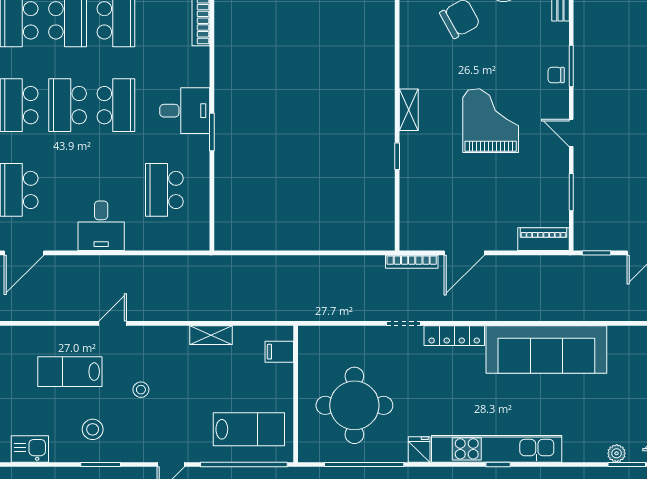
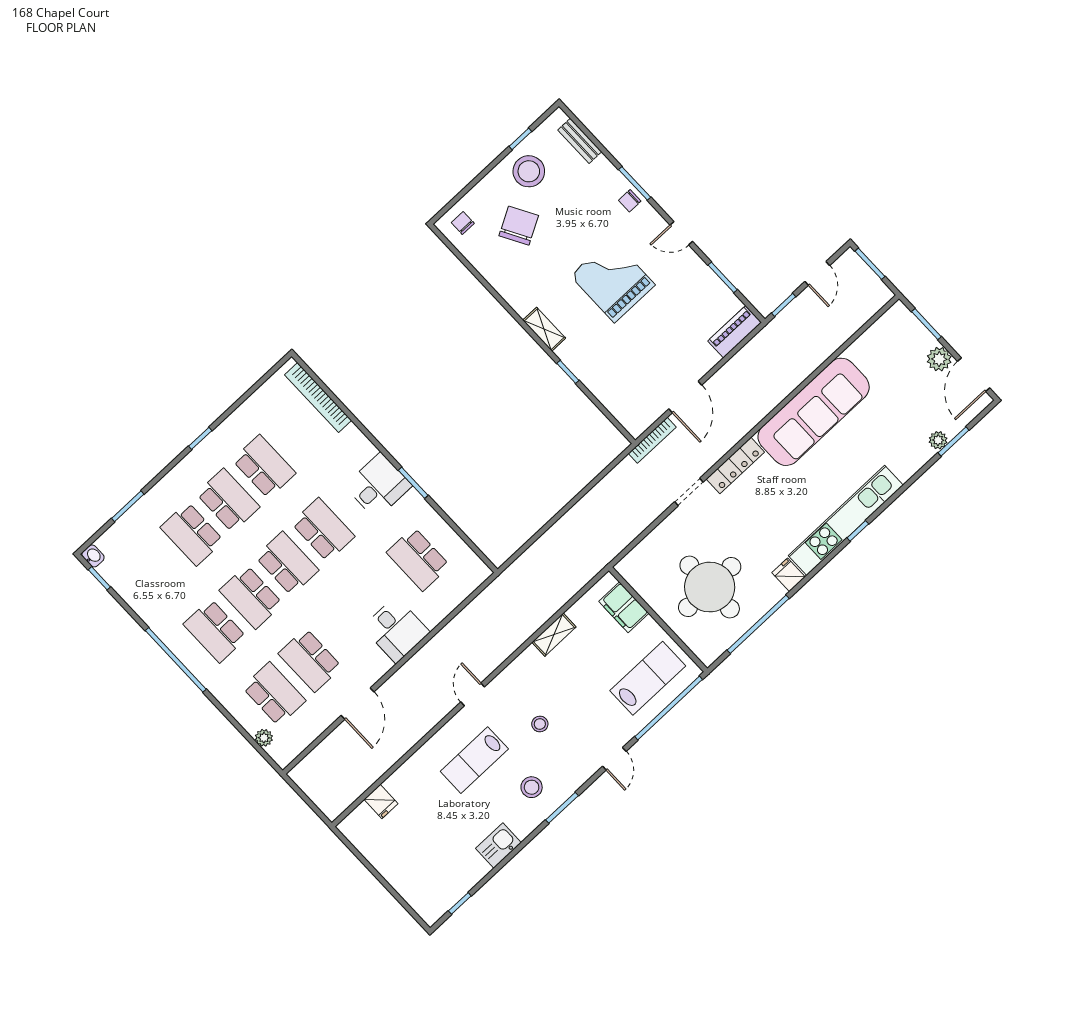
school desk: (68, 105) -> (287, 563), turned 180
filing cabinet: (279, 352) -> (624, 607), width x2.00

